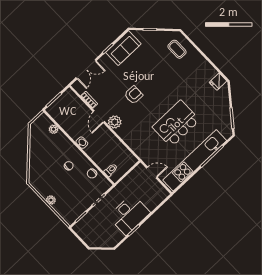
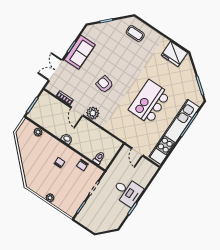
sofa: (123, 48) -> (80, 52), moved
double door: (86, 69) -> (56, 70), swing flipped
fridge: (218, 82) -> (174, 54), width x1.88, depth x1.34
armchair: (134, 95) -> (105, 84), turned -77
door: (152, 173) -> (137, 152), swing flipped
desk: (129, 215) -> (127, 192), width x0.73

